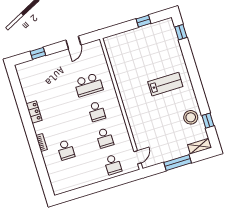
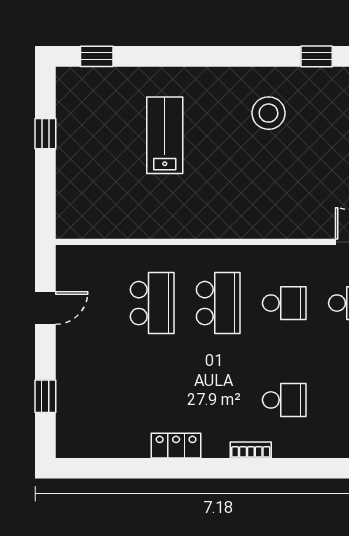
door: (73, 43) -> (45, 308), hinge flipped
lab bench: (165, 84) -> (165, 135), moved
school desk: (97, 111) -> (218, 303), width x1.85
stool: (191, 117) -> (268, 113), moved

